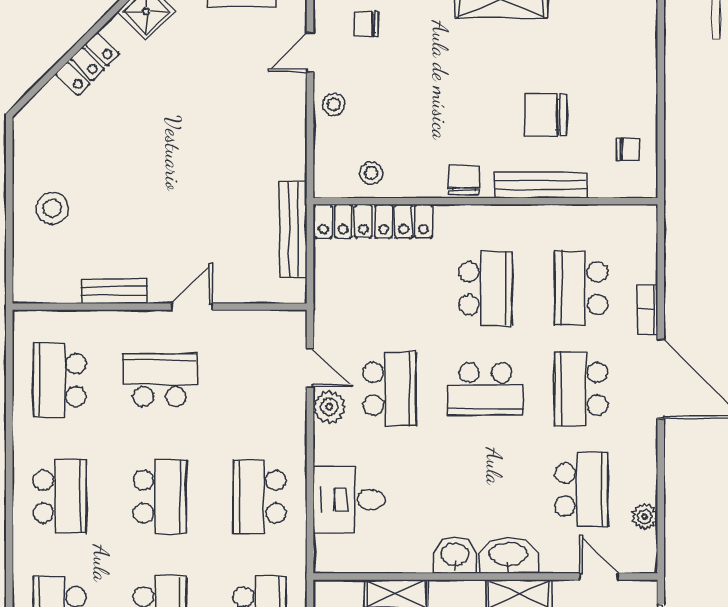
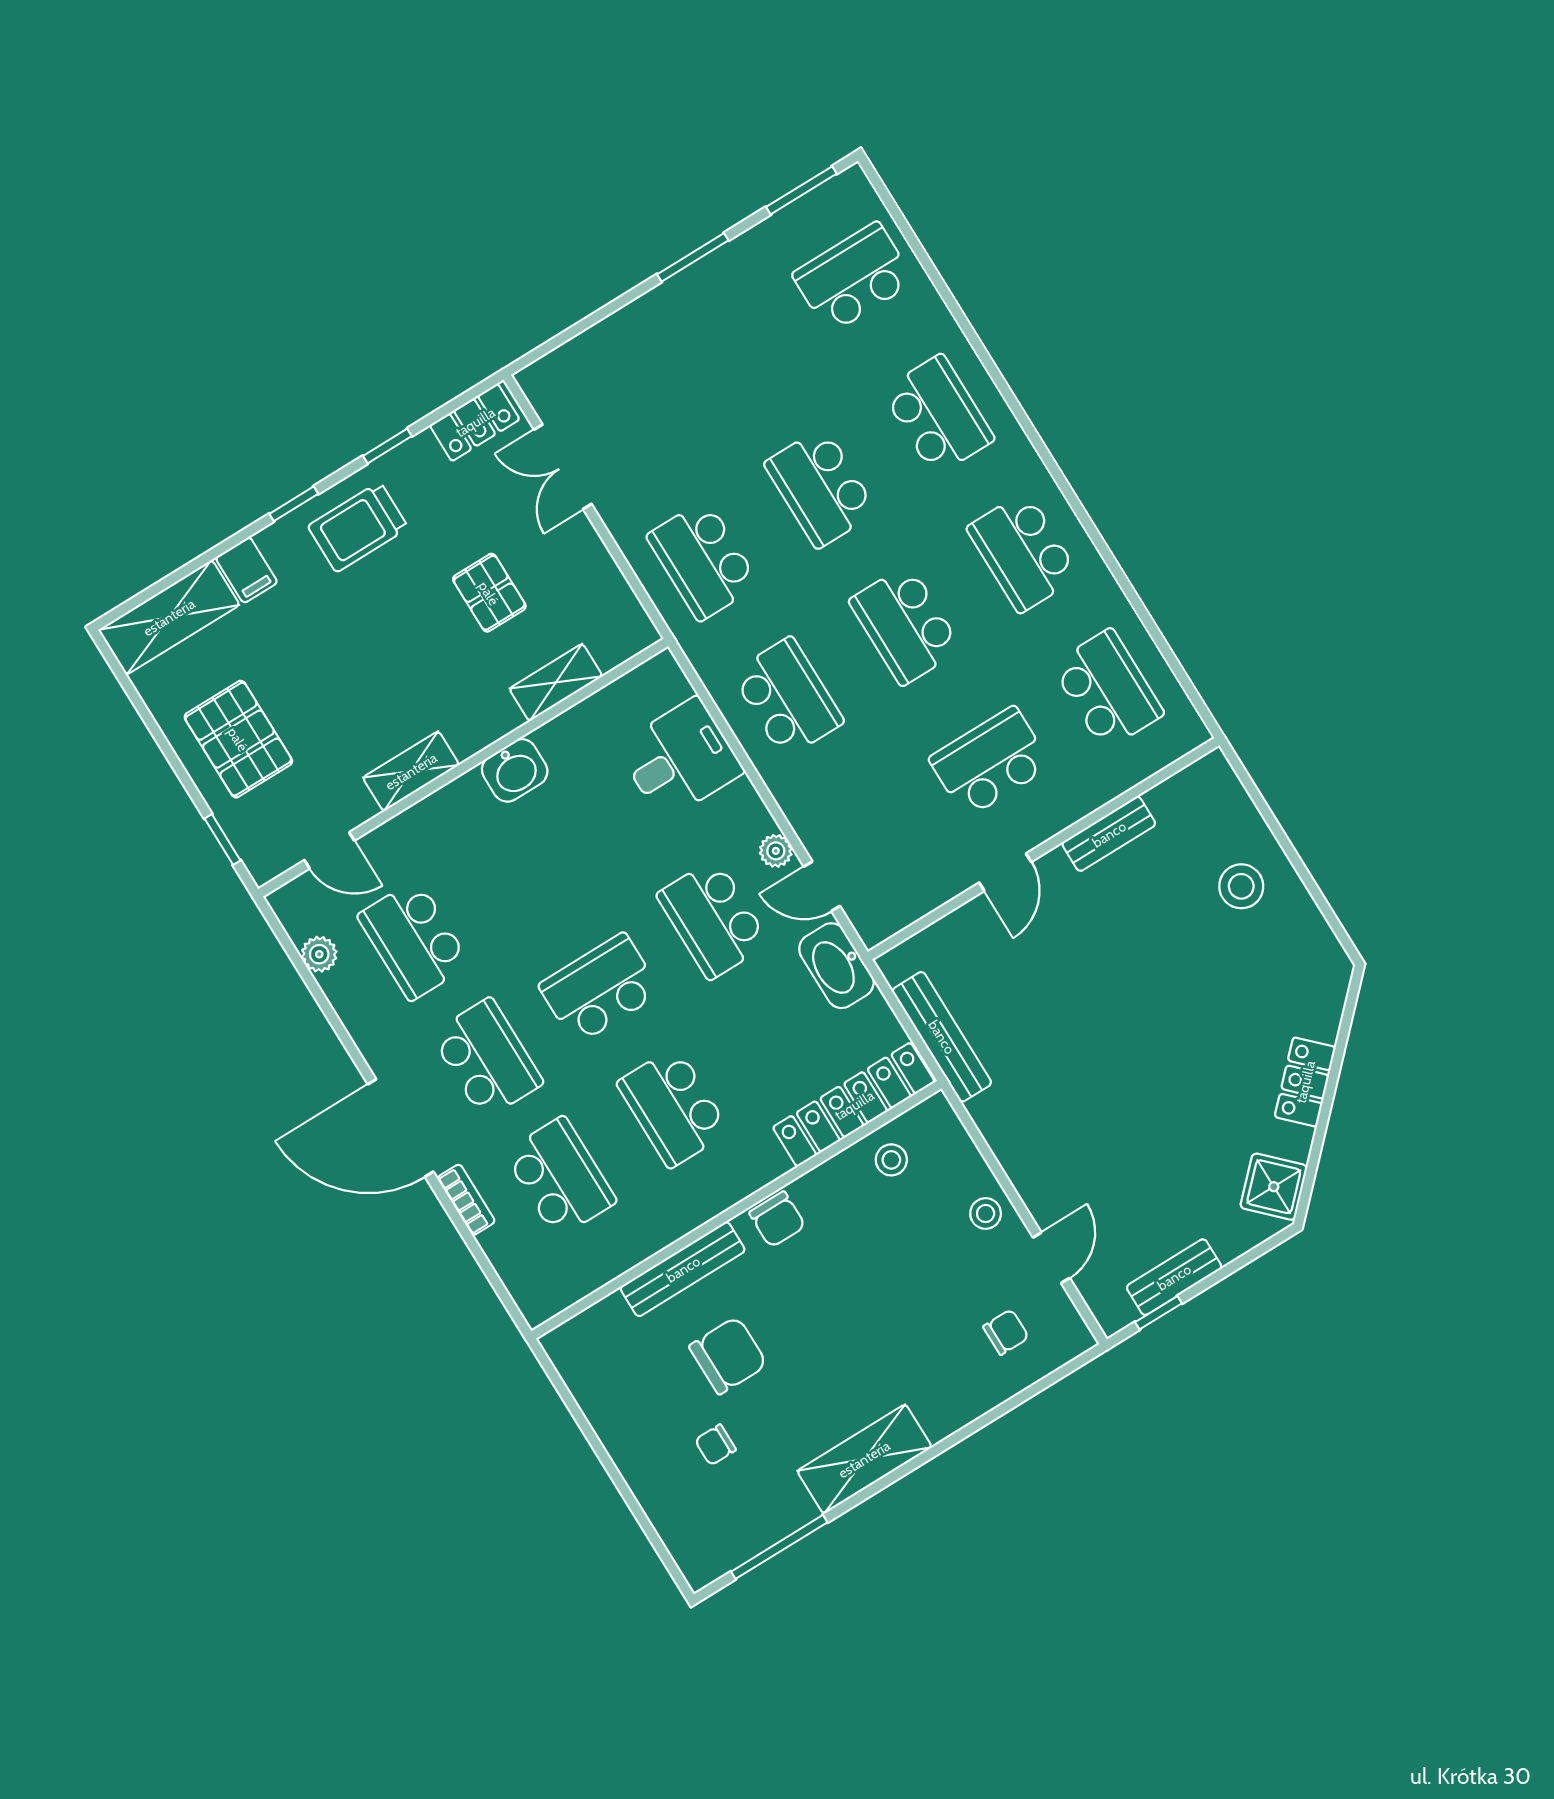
chair: (628, 150) -> (715, 1445), moved
school desk: (160, 380) -> (990, 762), turned 180
plant: (329, 407) -> (776, 851), width x0.73, depth x0.73
washbasin: (508, 555) -> (836, 966), moved, turned 90

